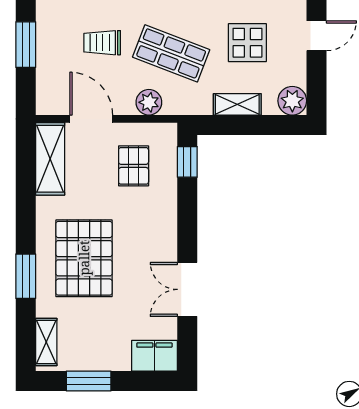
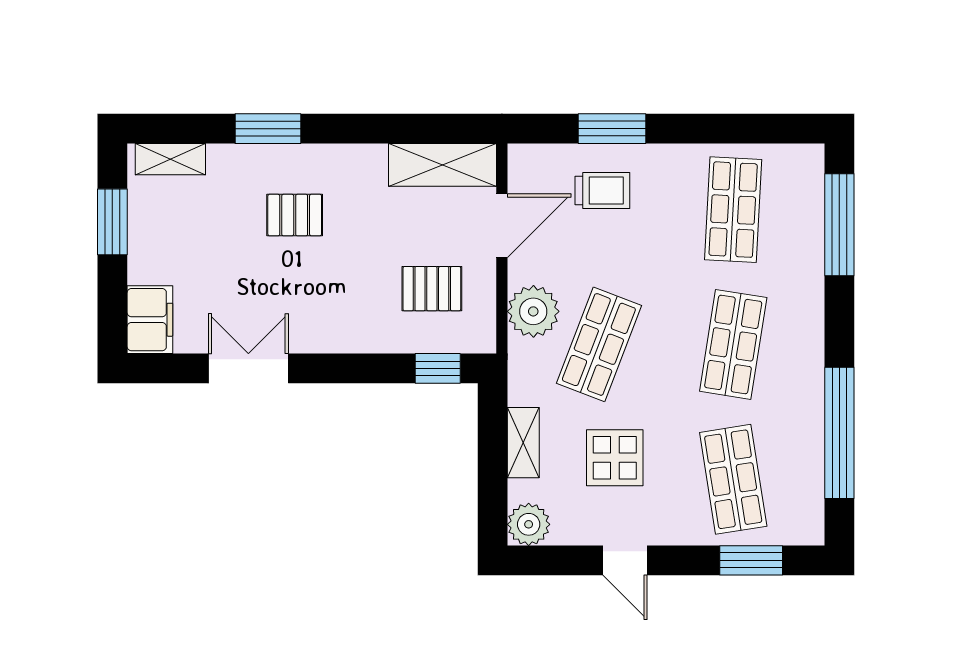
trolley: (102, 43) -> (602, 191), moved, turned 90
plant: (149, 102) -> (533, 311), width x1.36, depth x1.36
pallet: (84, 258) -> (295, 215), width x0.49, depth x0.50

